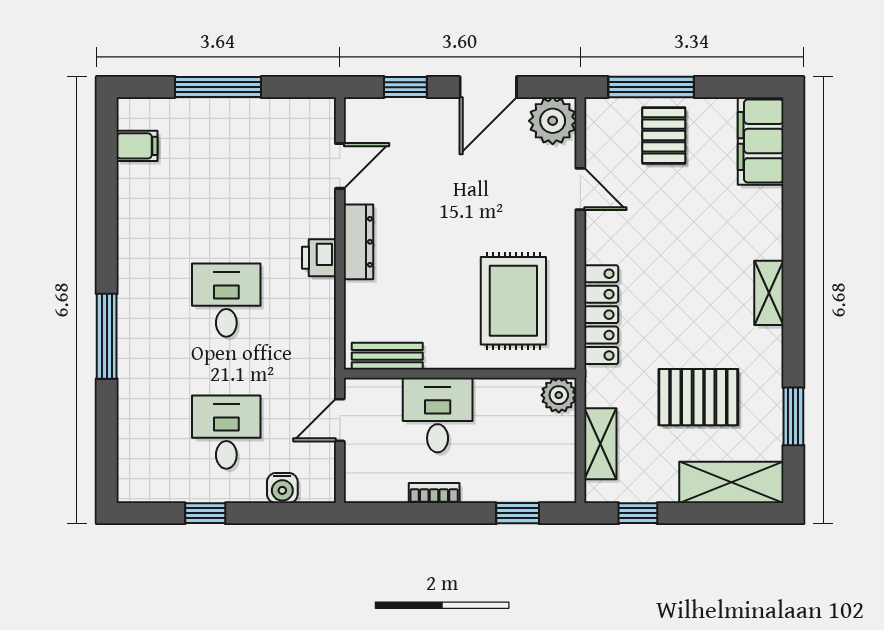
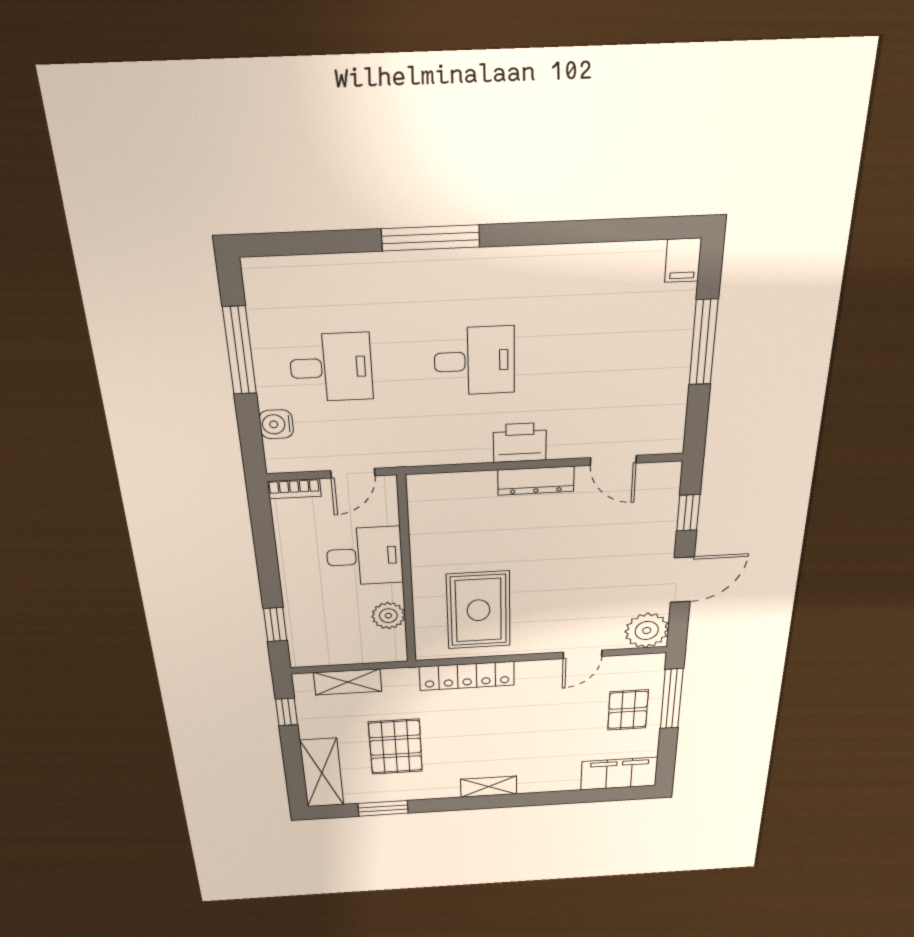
door: (488, 87) -> (682, 580), swing flipped
pallet: (664, 135) -> (628, 710), turned 90
filing cabinet: (137, 146) -> (683, 260), moved
printer: (319, 258) -> (520, 443), width x1.36, depth x1.24
rug: (513, 301) -> (478, 610), turned 90
bench: (387, 356) -> (421, 511), removed
plant: (559, 395) -> (388, 616), moved
door: (340, 420) -> (353, 473), swing flipped
bookcase: (434, 493) -> (294, 489), moved, turned 90
window: (205, 513) -> (240, 351), width x2.17

